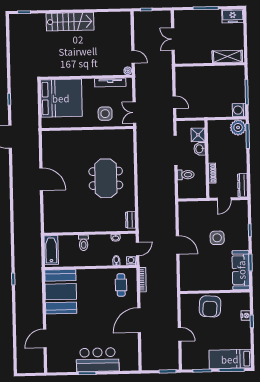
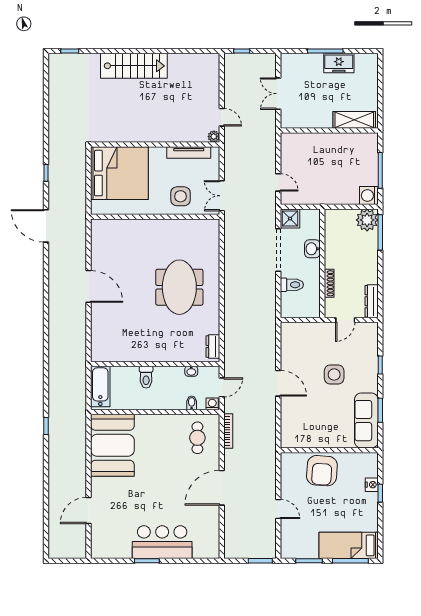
freezer: (233, 16) -> (339, 63), moved
shower: (198, 135) -> (290, 219), moved

